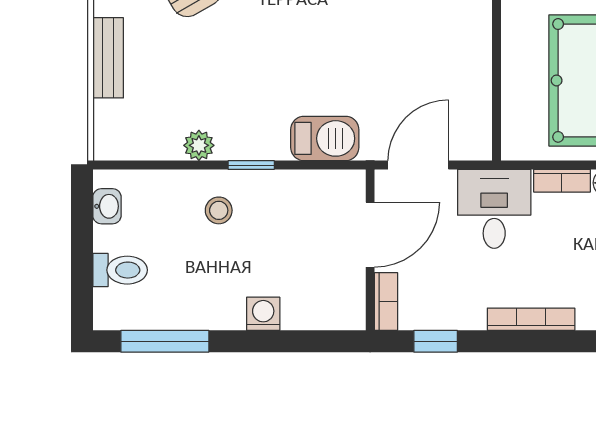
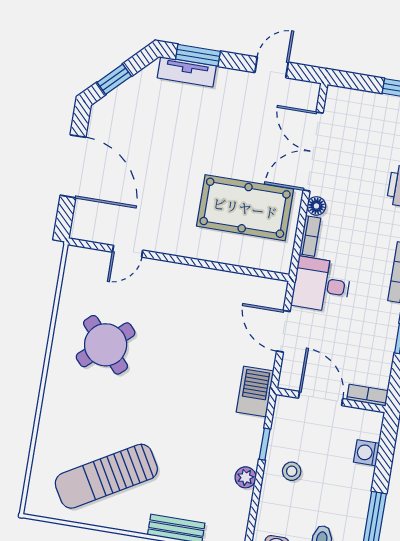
door: (370, 235) -> (321, 398), moved
wall: (370, 250) -> (331, 400), moved
bookcase: (386, 301) -> (367, 395), moved

